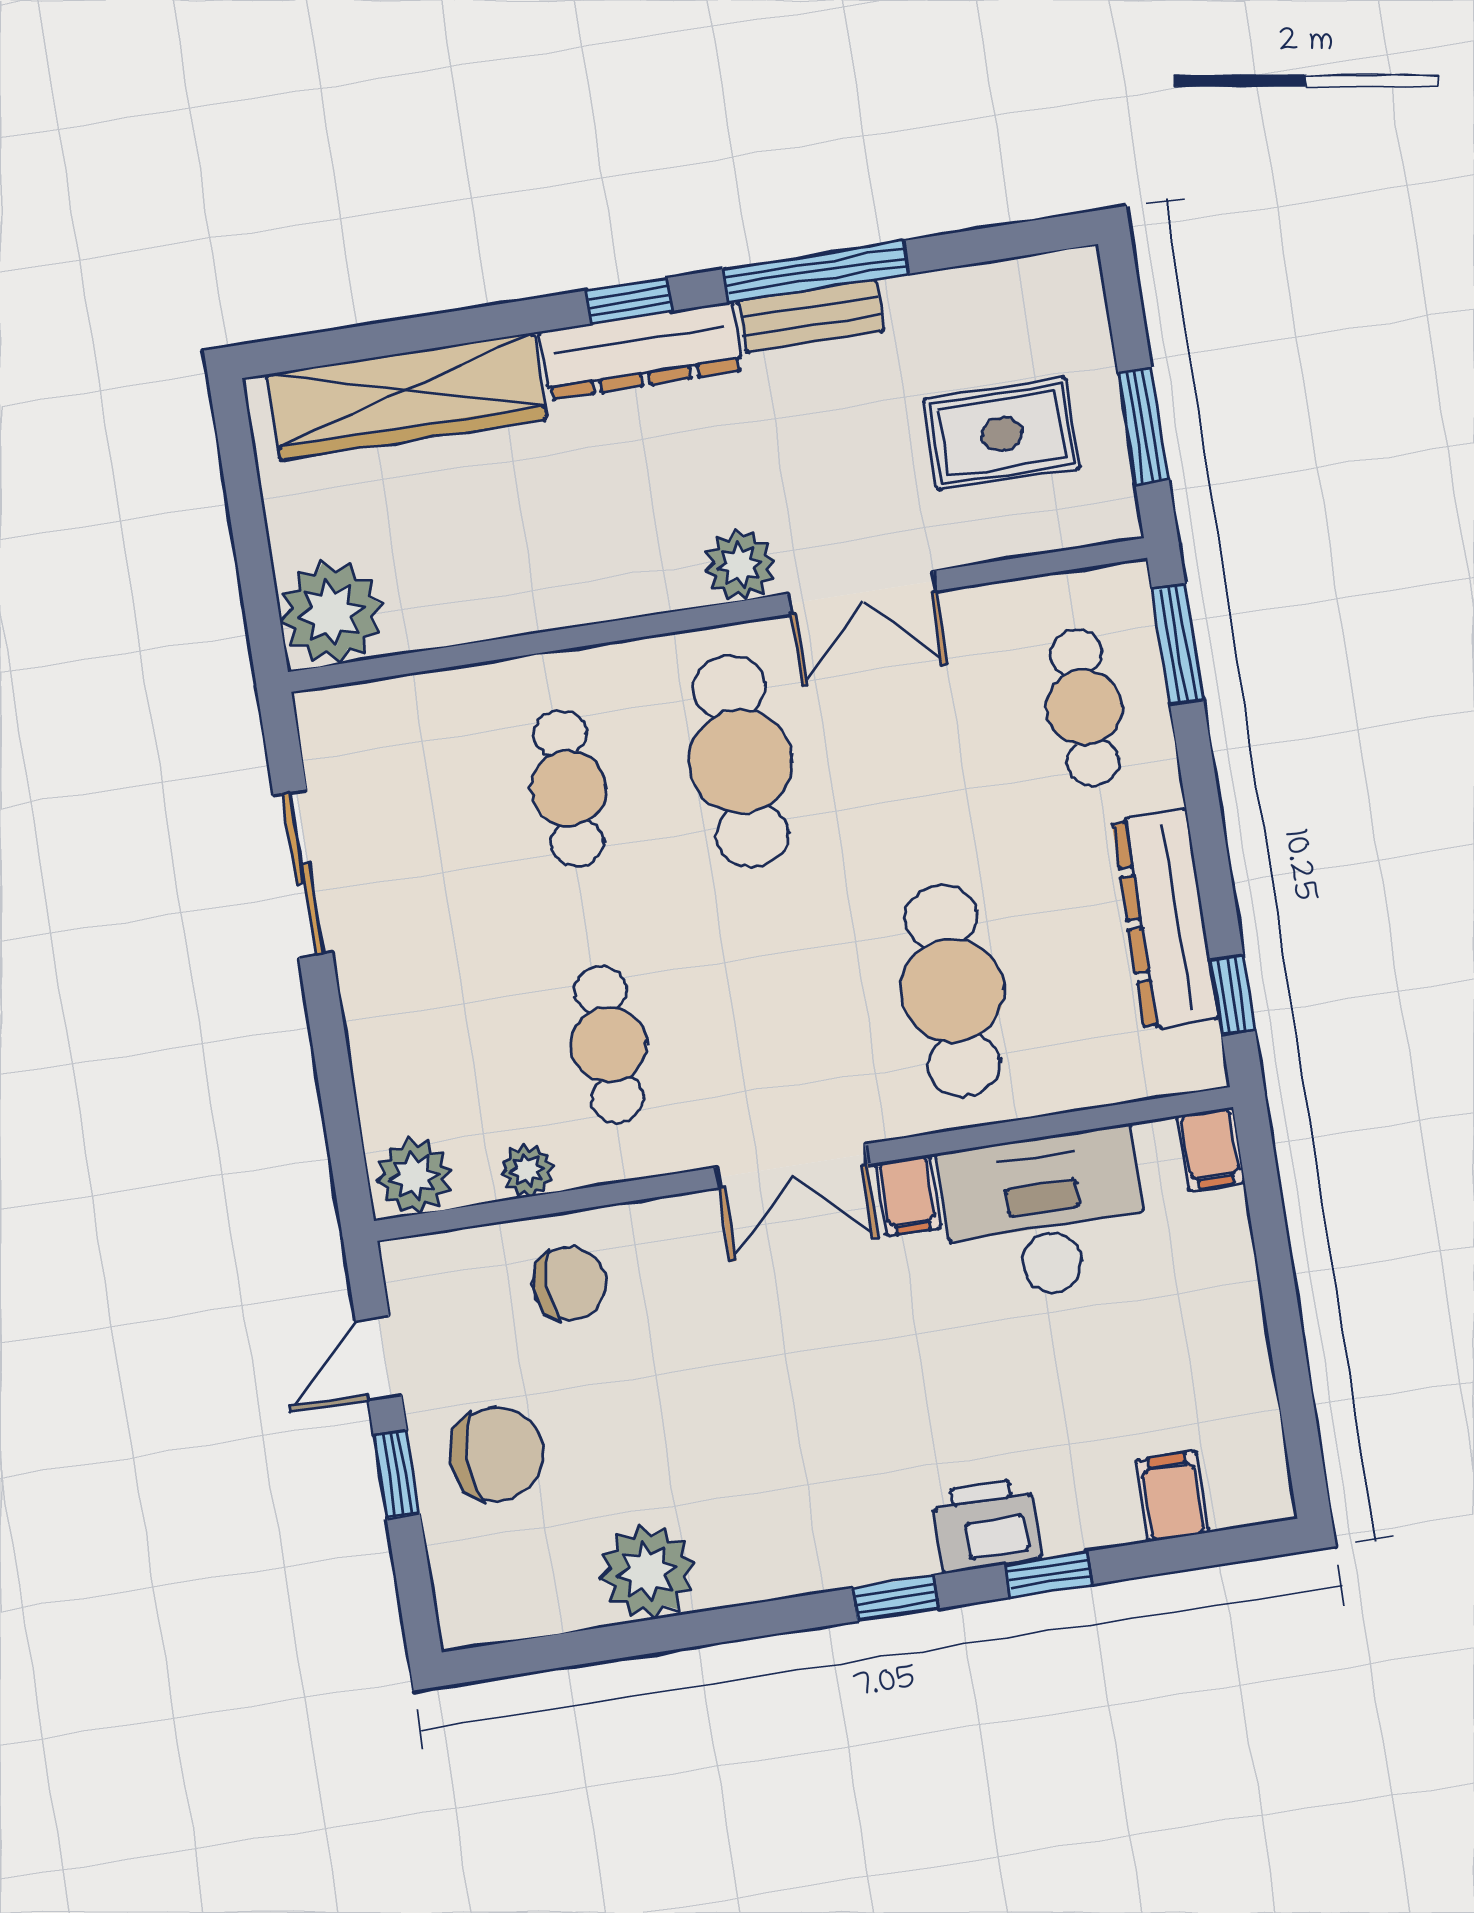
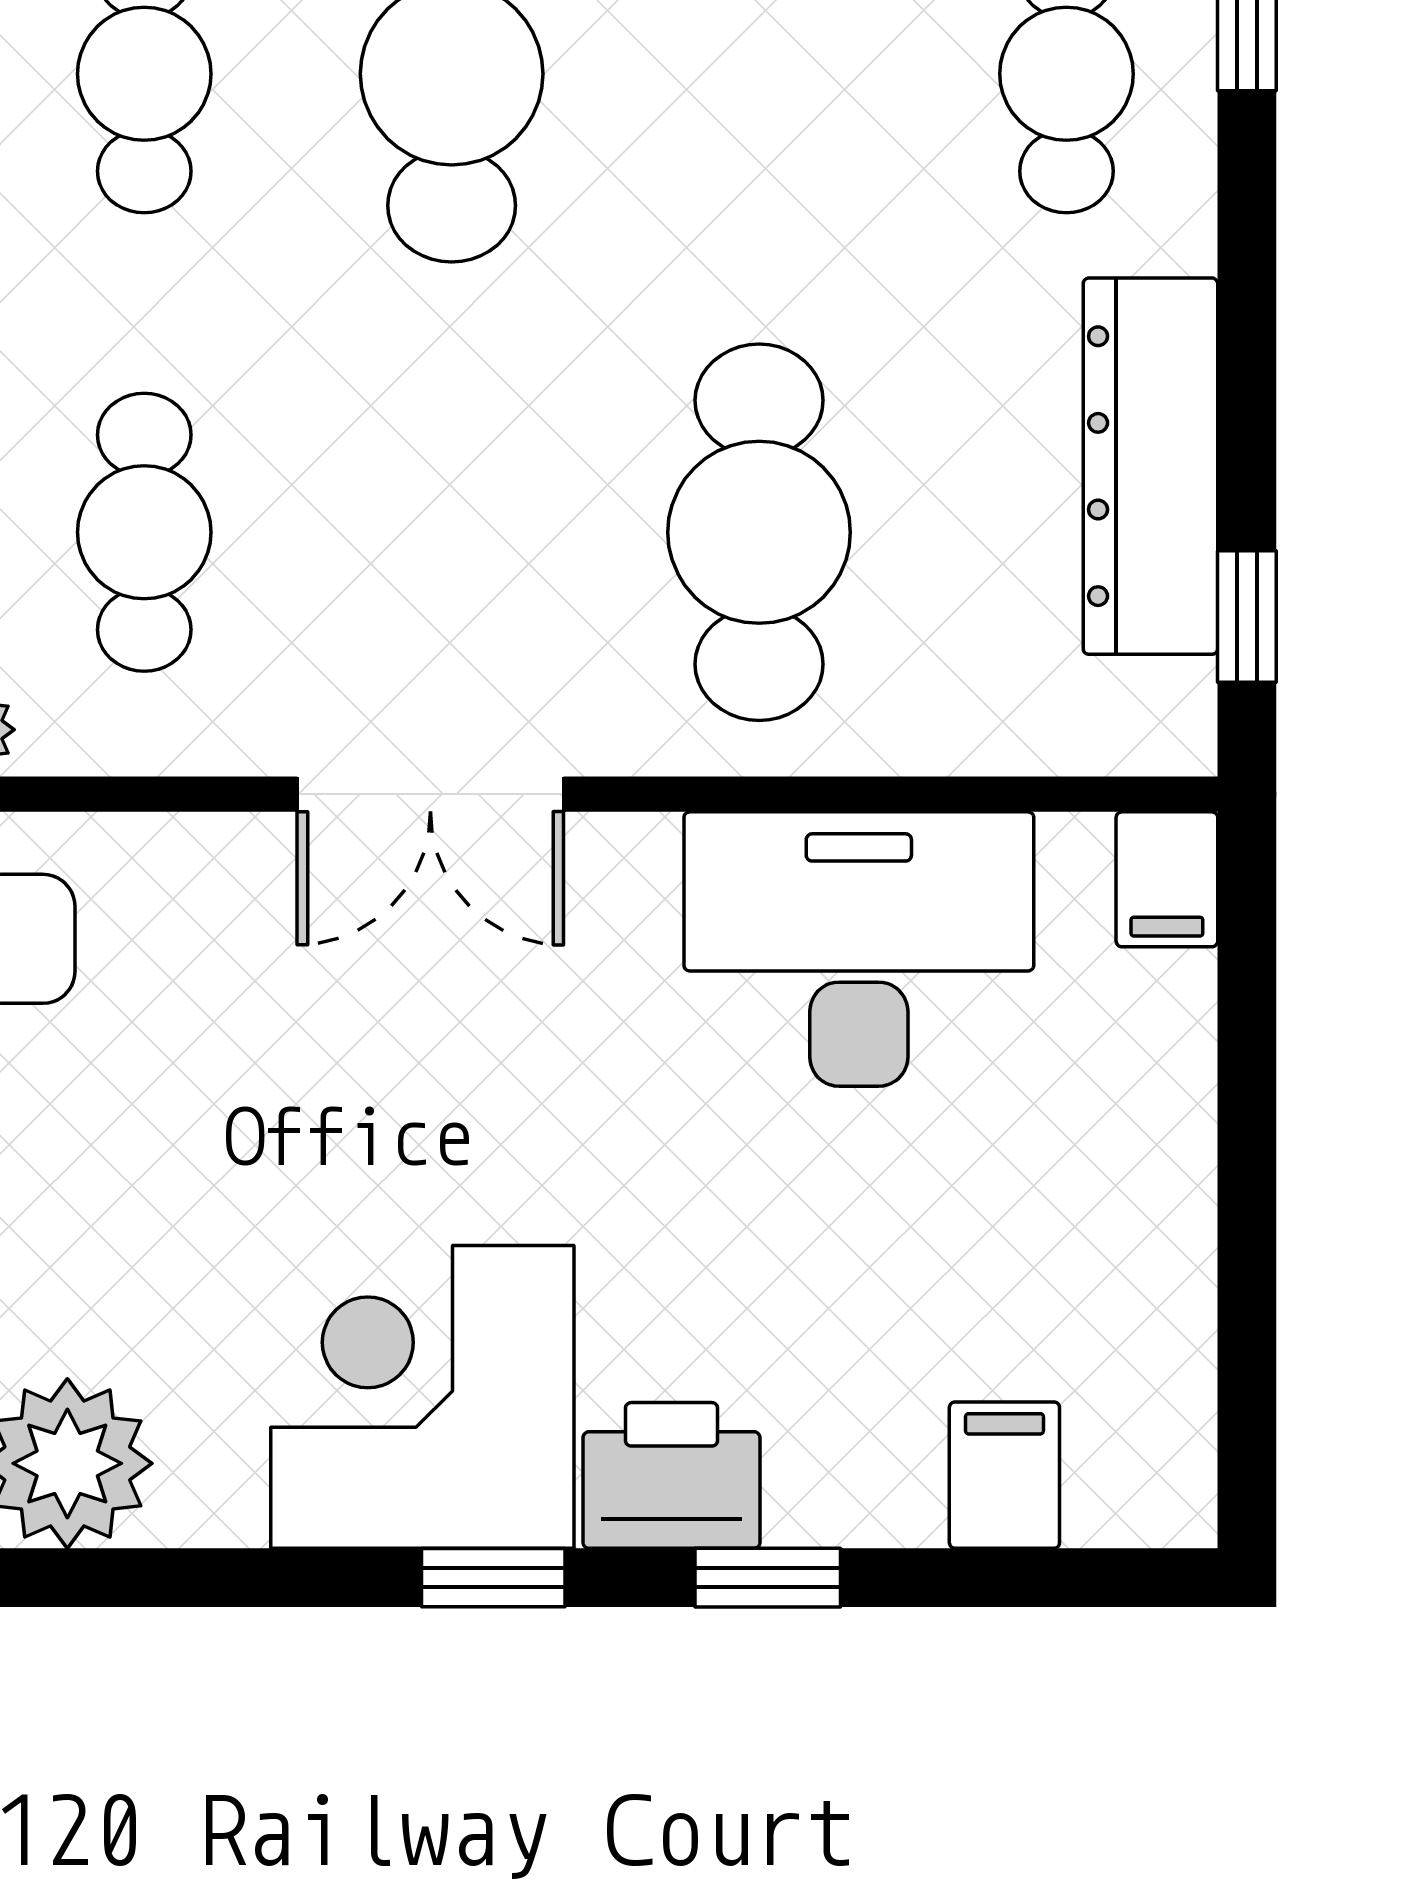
filing cabinet: (908, 1196) -> (625, 878), removed
corner desk: (840, 1503) -> (422, 1397), added

